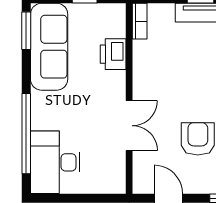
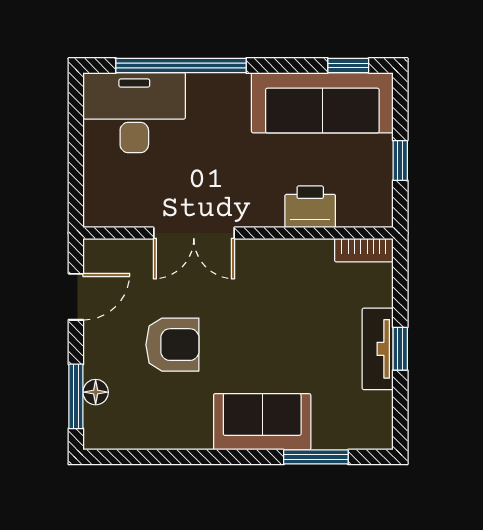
window: (26, 31) -> (348, 66), width x0.67

